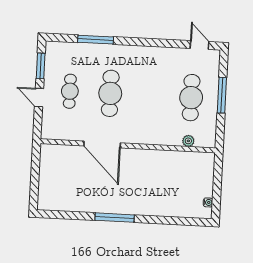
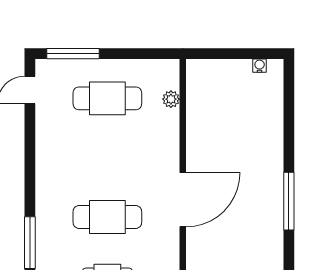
window: (222, 95) -> (73, 54), moved
door: (102, 144) -> (183, 200), moved

